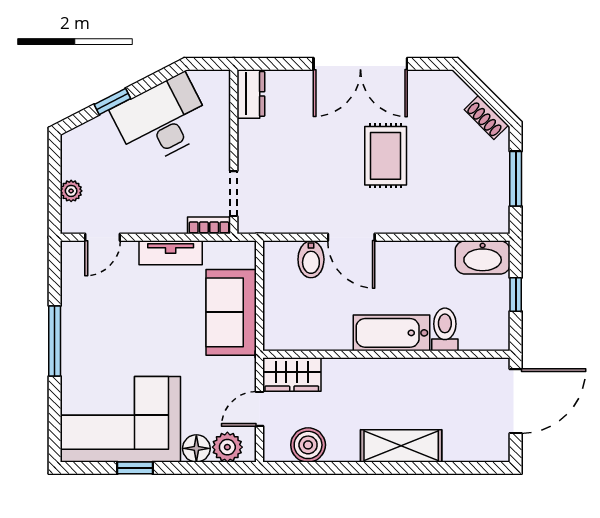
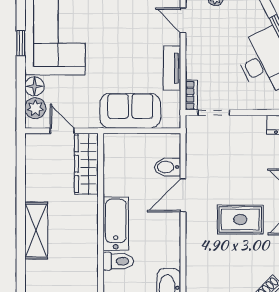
wardrobe: (292, 375) -> (86, 164), width x1.50
boiler: (308, 445) -> (37, 165), removed

